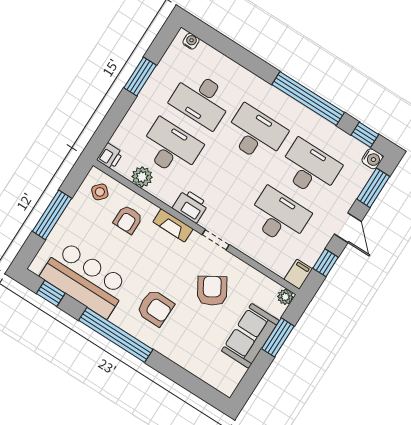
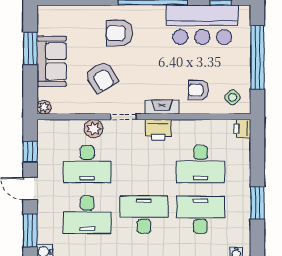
desk: (256, 134) -> (144, 215), turned 180
plant: (142, 177) -> (94, 129), moved
window: (52, 215) -> (257, 57), width x1.46
armchair: (128, 220) -> (198, 90), turned -90
filing cabinet: (298, 274) -> (45, 130), removed
armchair: (155, 308) -> (119, 33), moved
window: (278, 337) -> (30, 48), moved

